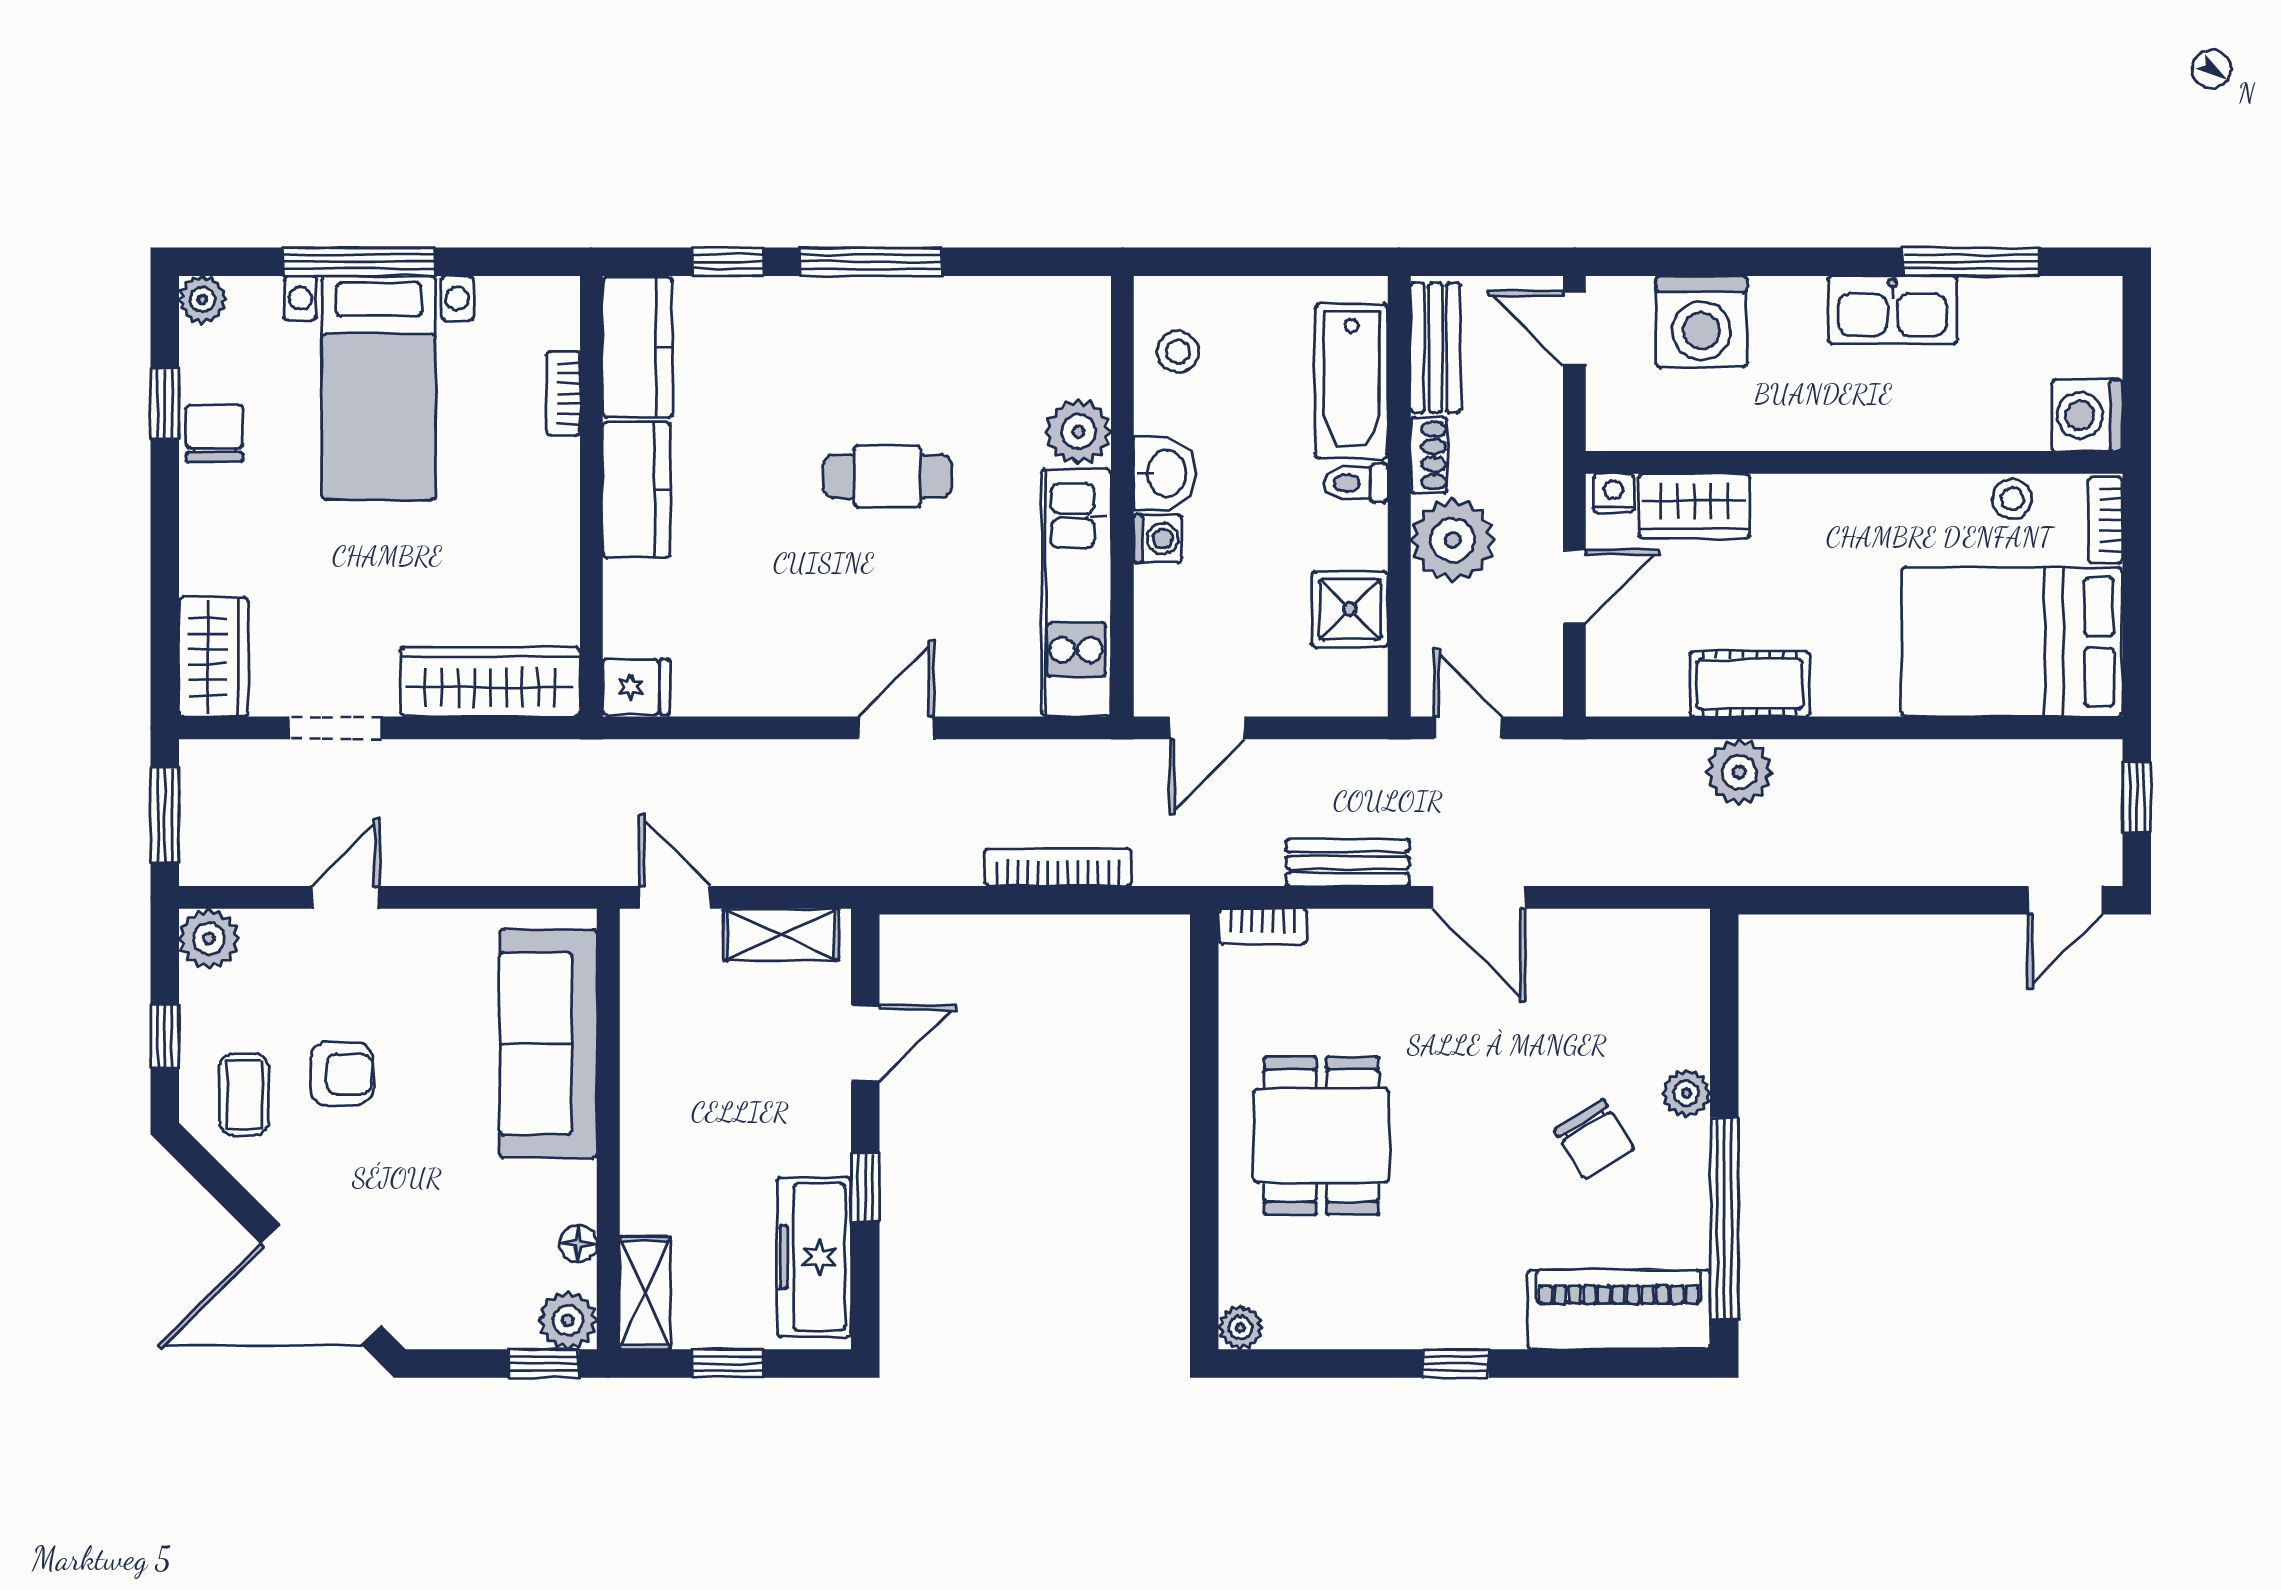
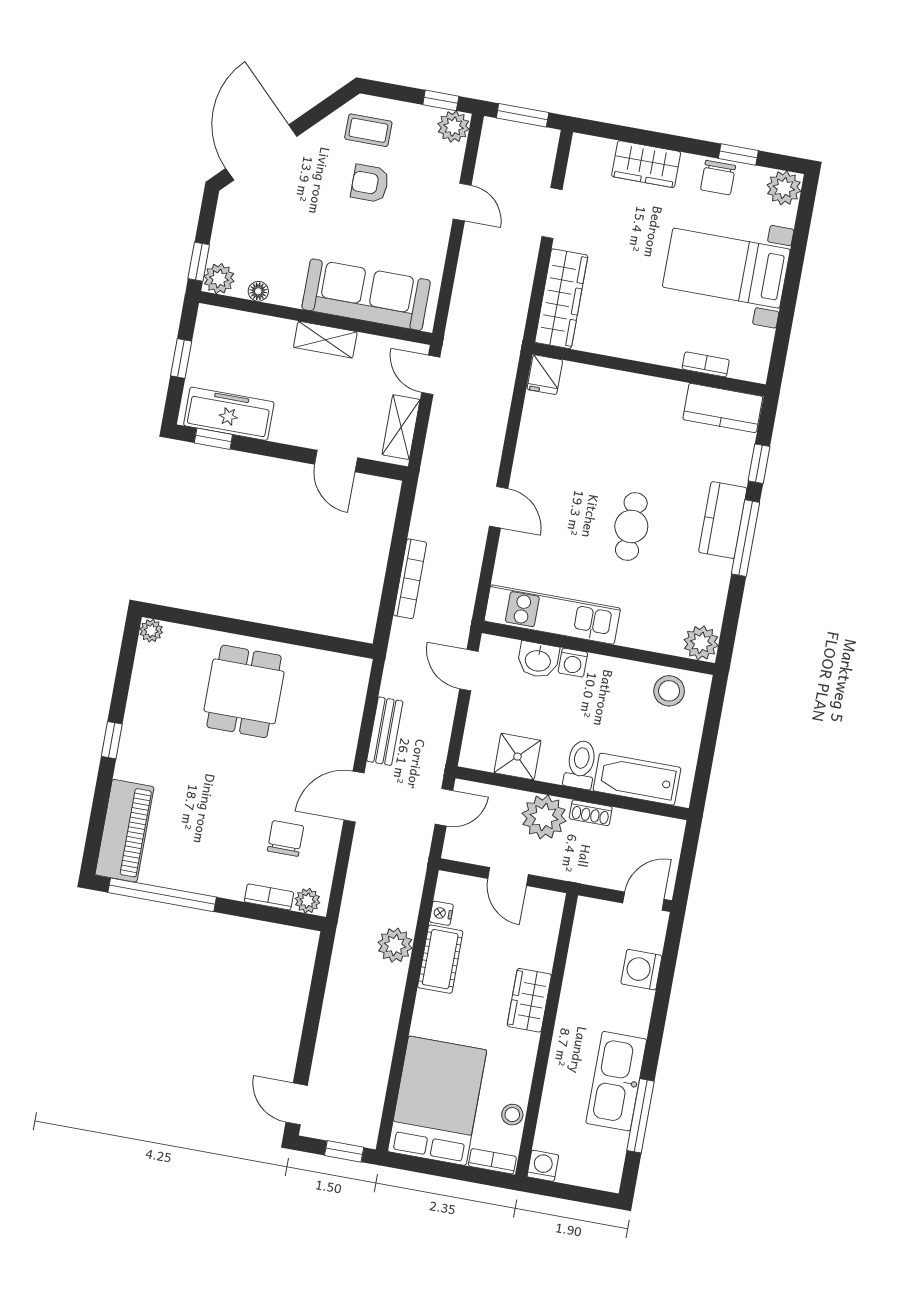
window: (359, 262) -> (794, 270), removed
plant: (202, 299) -> (784, 188), width x1.38, depth x1.38
kitchen sink: (1892, 310) -> (616, 1081), width x1.36, depth x1.24
washing machine: (1701, 322) -> (641, 970), width x0.73, depth x0.73
bench: (1435, 348) -> (647, 826), removed
stool: (1178, 352) -> (669, 691), width x1.37, depth x1.37
washing machine: (2087, 415) -> (543, 1166), width x0.73, depth x0.73
plant: (1078, 432) -> (701, 643), moved
chair: (214, 433) -> (718, 178), turned 90
washbasin: (1165, 473) -> (538, 660), moved
toilet: (1356, 483) -> (581, 765), width x1.37, depth x1.39
kitchen counter: (637, 490) -> (723, 520), moved, turned 90
nightstand: (1614, 493) -> (441, 913), moved, turned 180
wardrobe: (1694, 506) -> (529, 1000), moved
wardrobe: (214, 657) -> (646, 164), moved
door: (675, 897) -> (431, 375), swing flipped
bookcase: (1263, 926) -> (269, 897), moved, turned 90
window: (165, 1036) -> (441, 100), moved
armchair: (342, 1074) -> (370, 183), turned 90
plant: (1686, 1093) -> (307, 901), moved
dining table: (1321, 1136) -> (244, 691), turned 90
chair: (1594, 1139) -> (285, 838), moved, turned 122
window: (865, 1187) -> (213, 439), moved
shelving: (645, 1293) -> (325, 340), moved

